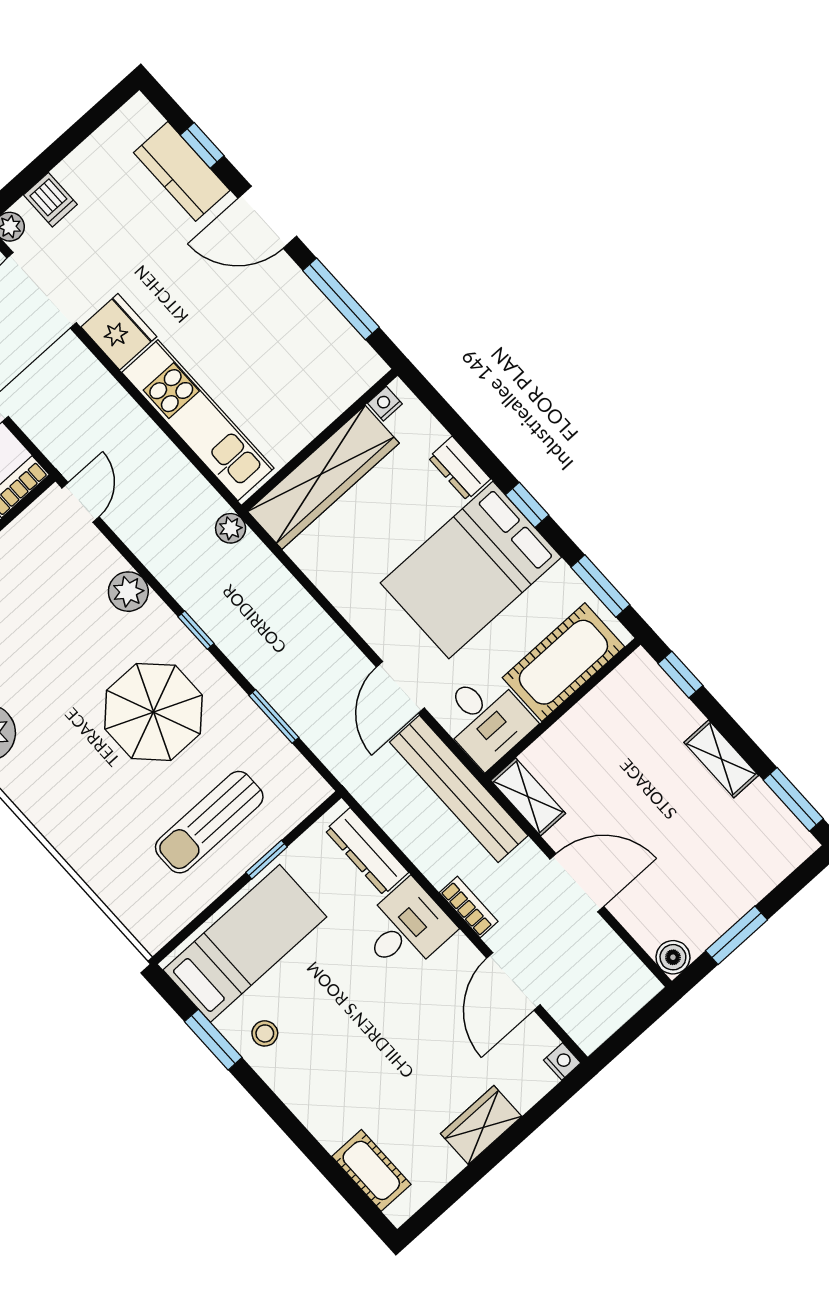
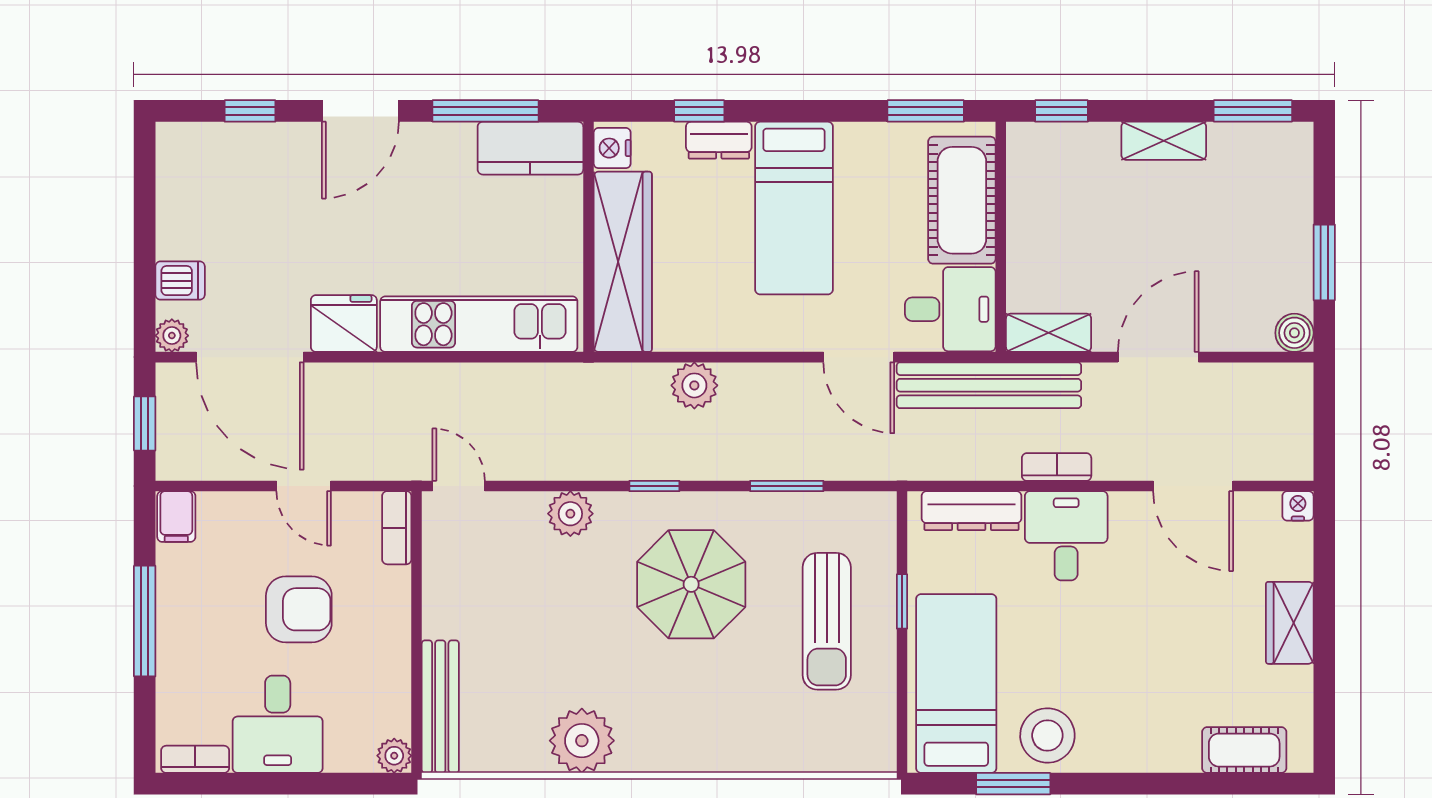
kitchen counter: (182, 171) -> (530, 148), moved
nightstand: (385, 404) -> (612, 148), width x1.39, depth x1.35
window: (527, 505) -> (699, 111), moved
plant: (231, 528) -> (694, 385), moved, width x1.38, depth x1.38
bed: (471, 570) -> (794, 208), width x0.67
bookcase: (469, 907) -> (1057, 467), moved
stool: (265, 1033) -> (1047, 735), width x1.89, depth x1.89

